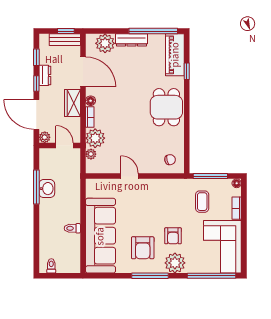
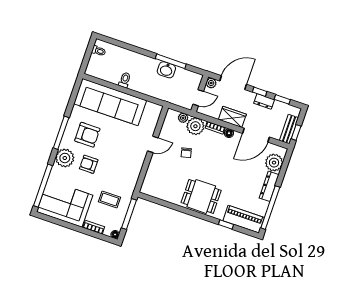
chair: (170, 160) -> (186, 153), moved
armchair: (143, 248) -> (87, 135), turned 180

